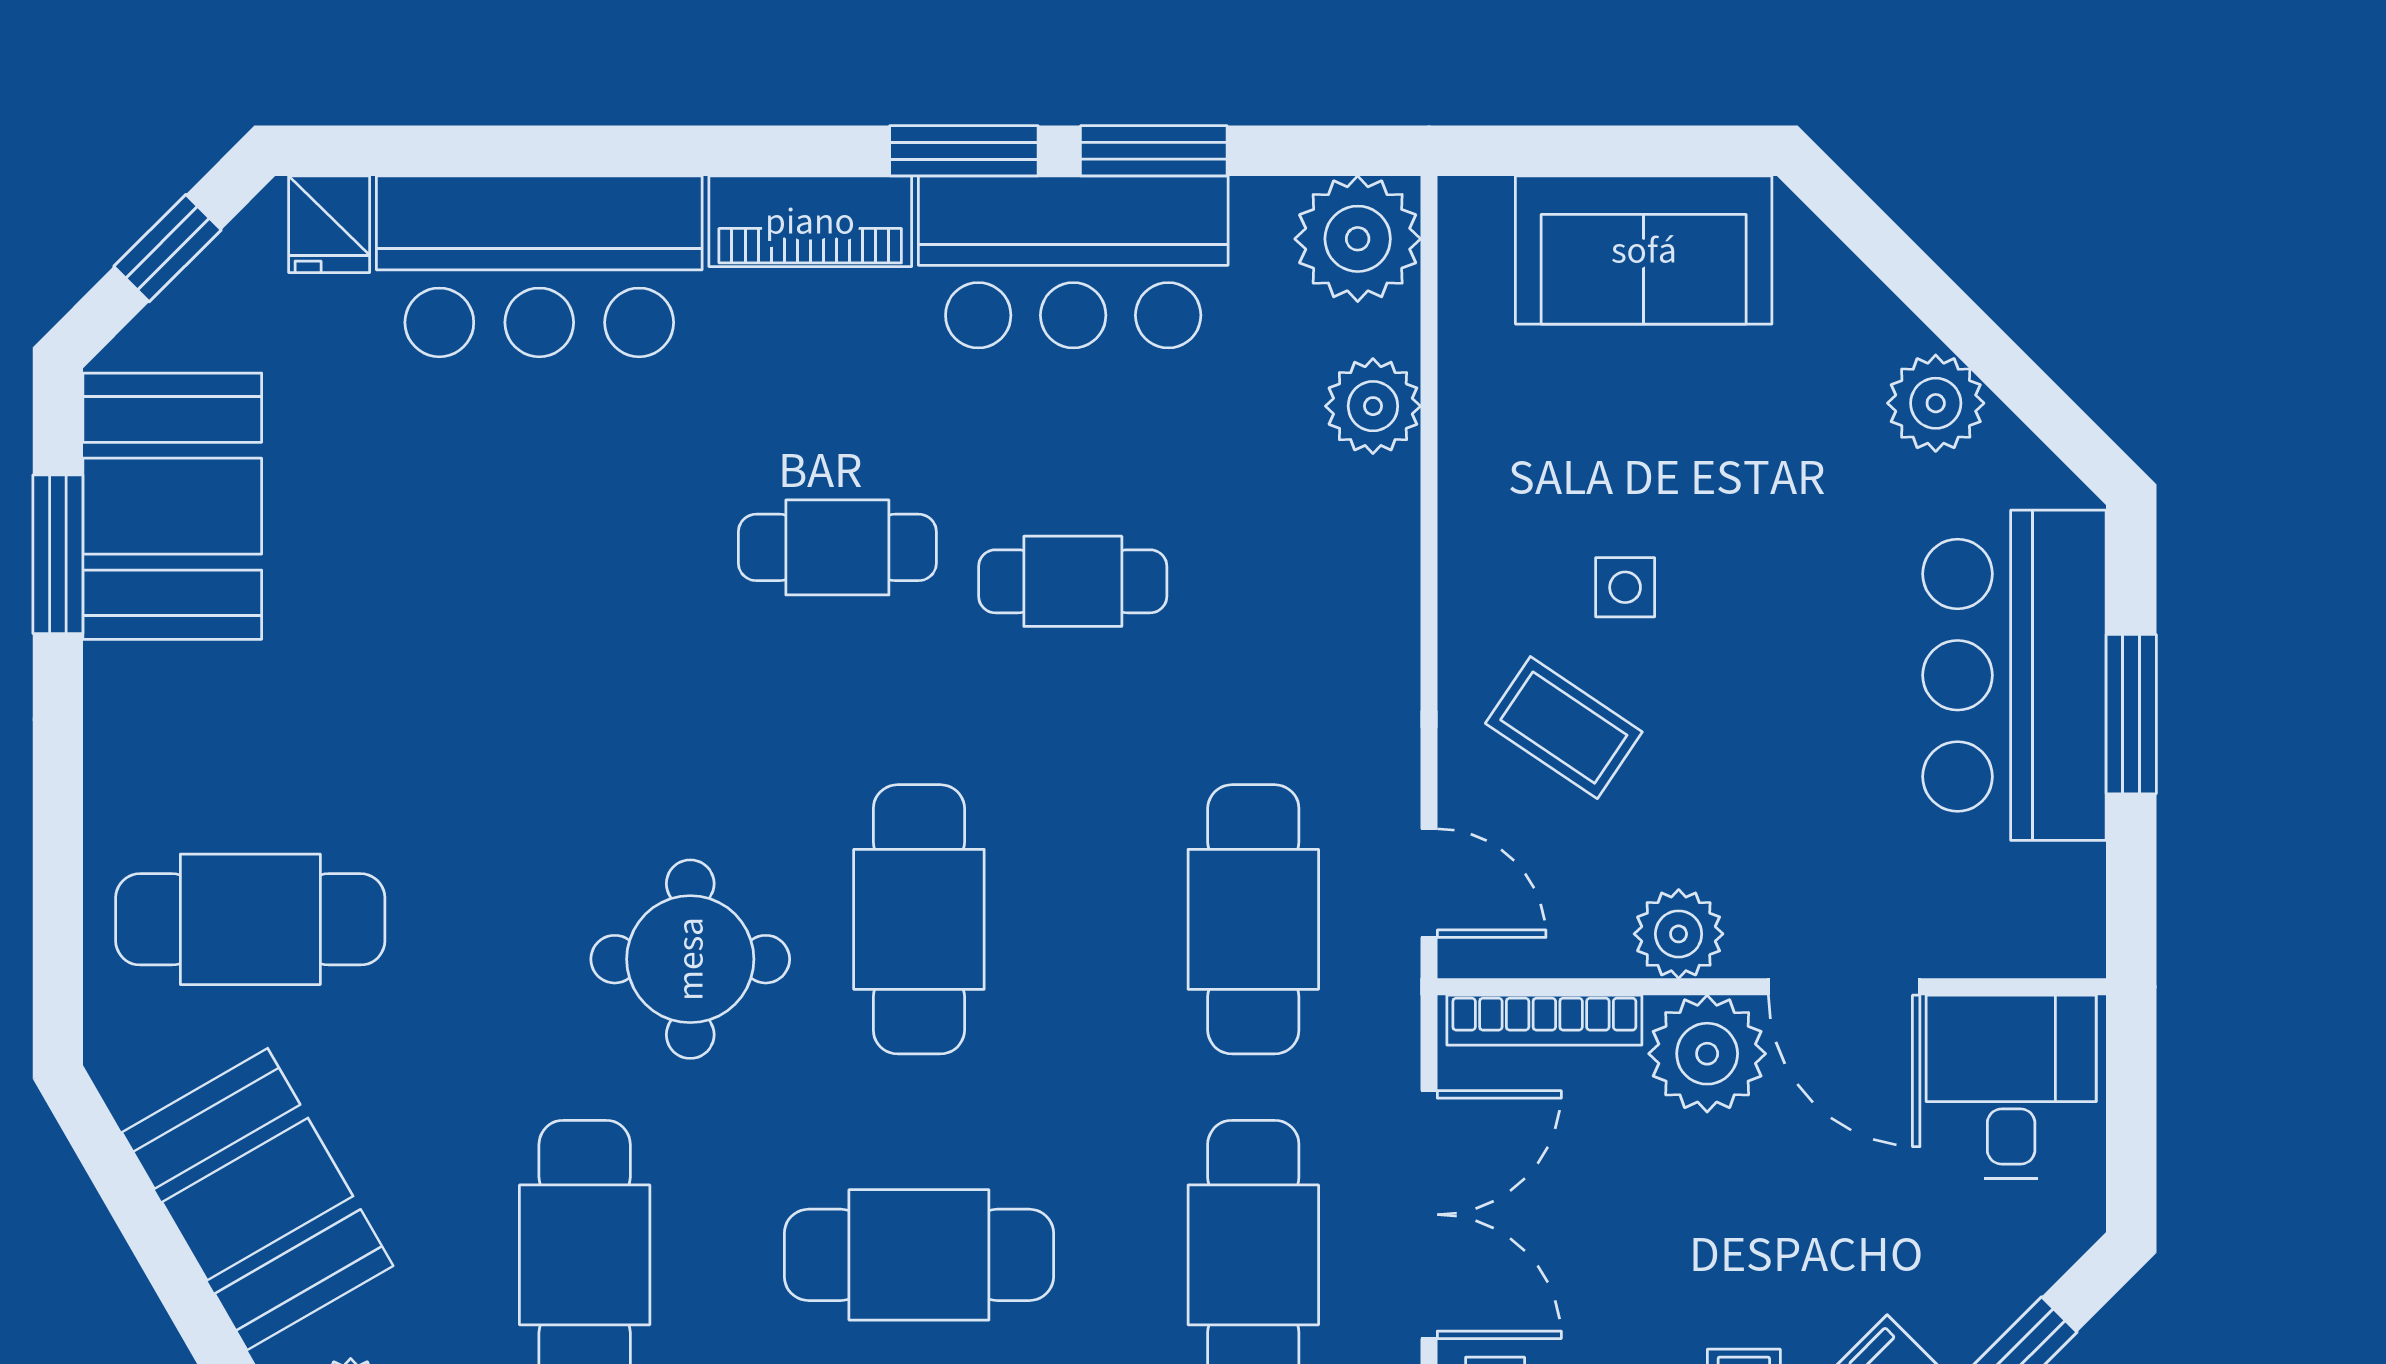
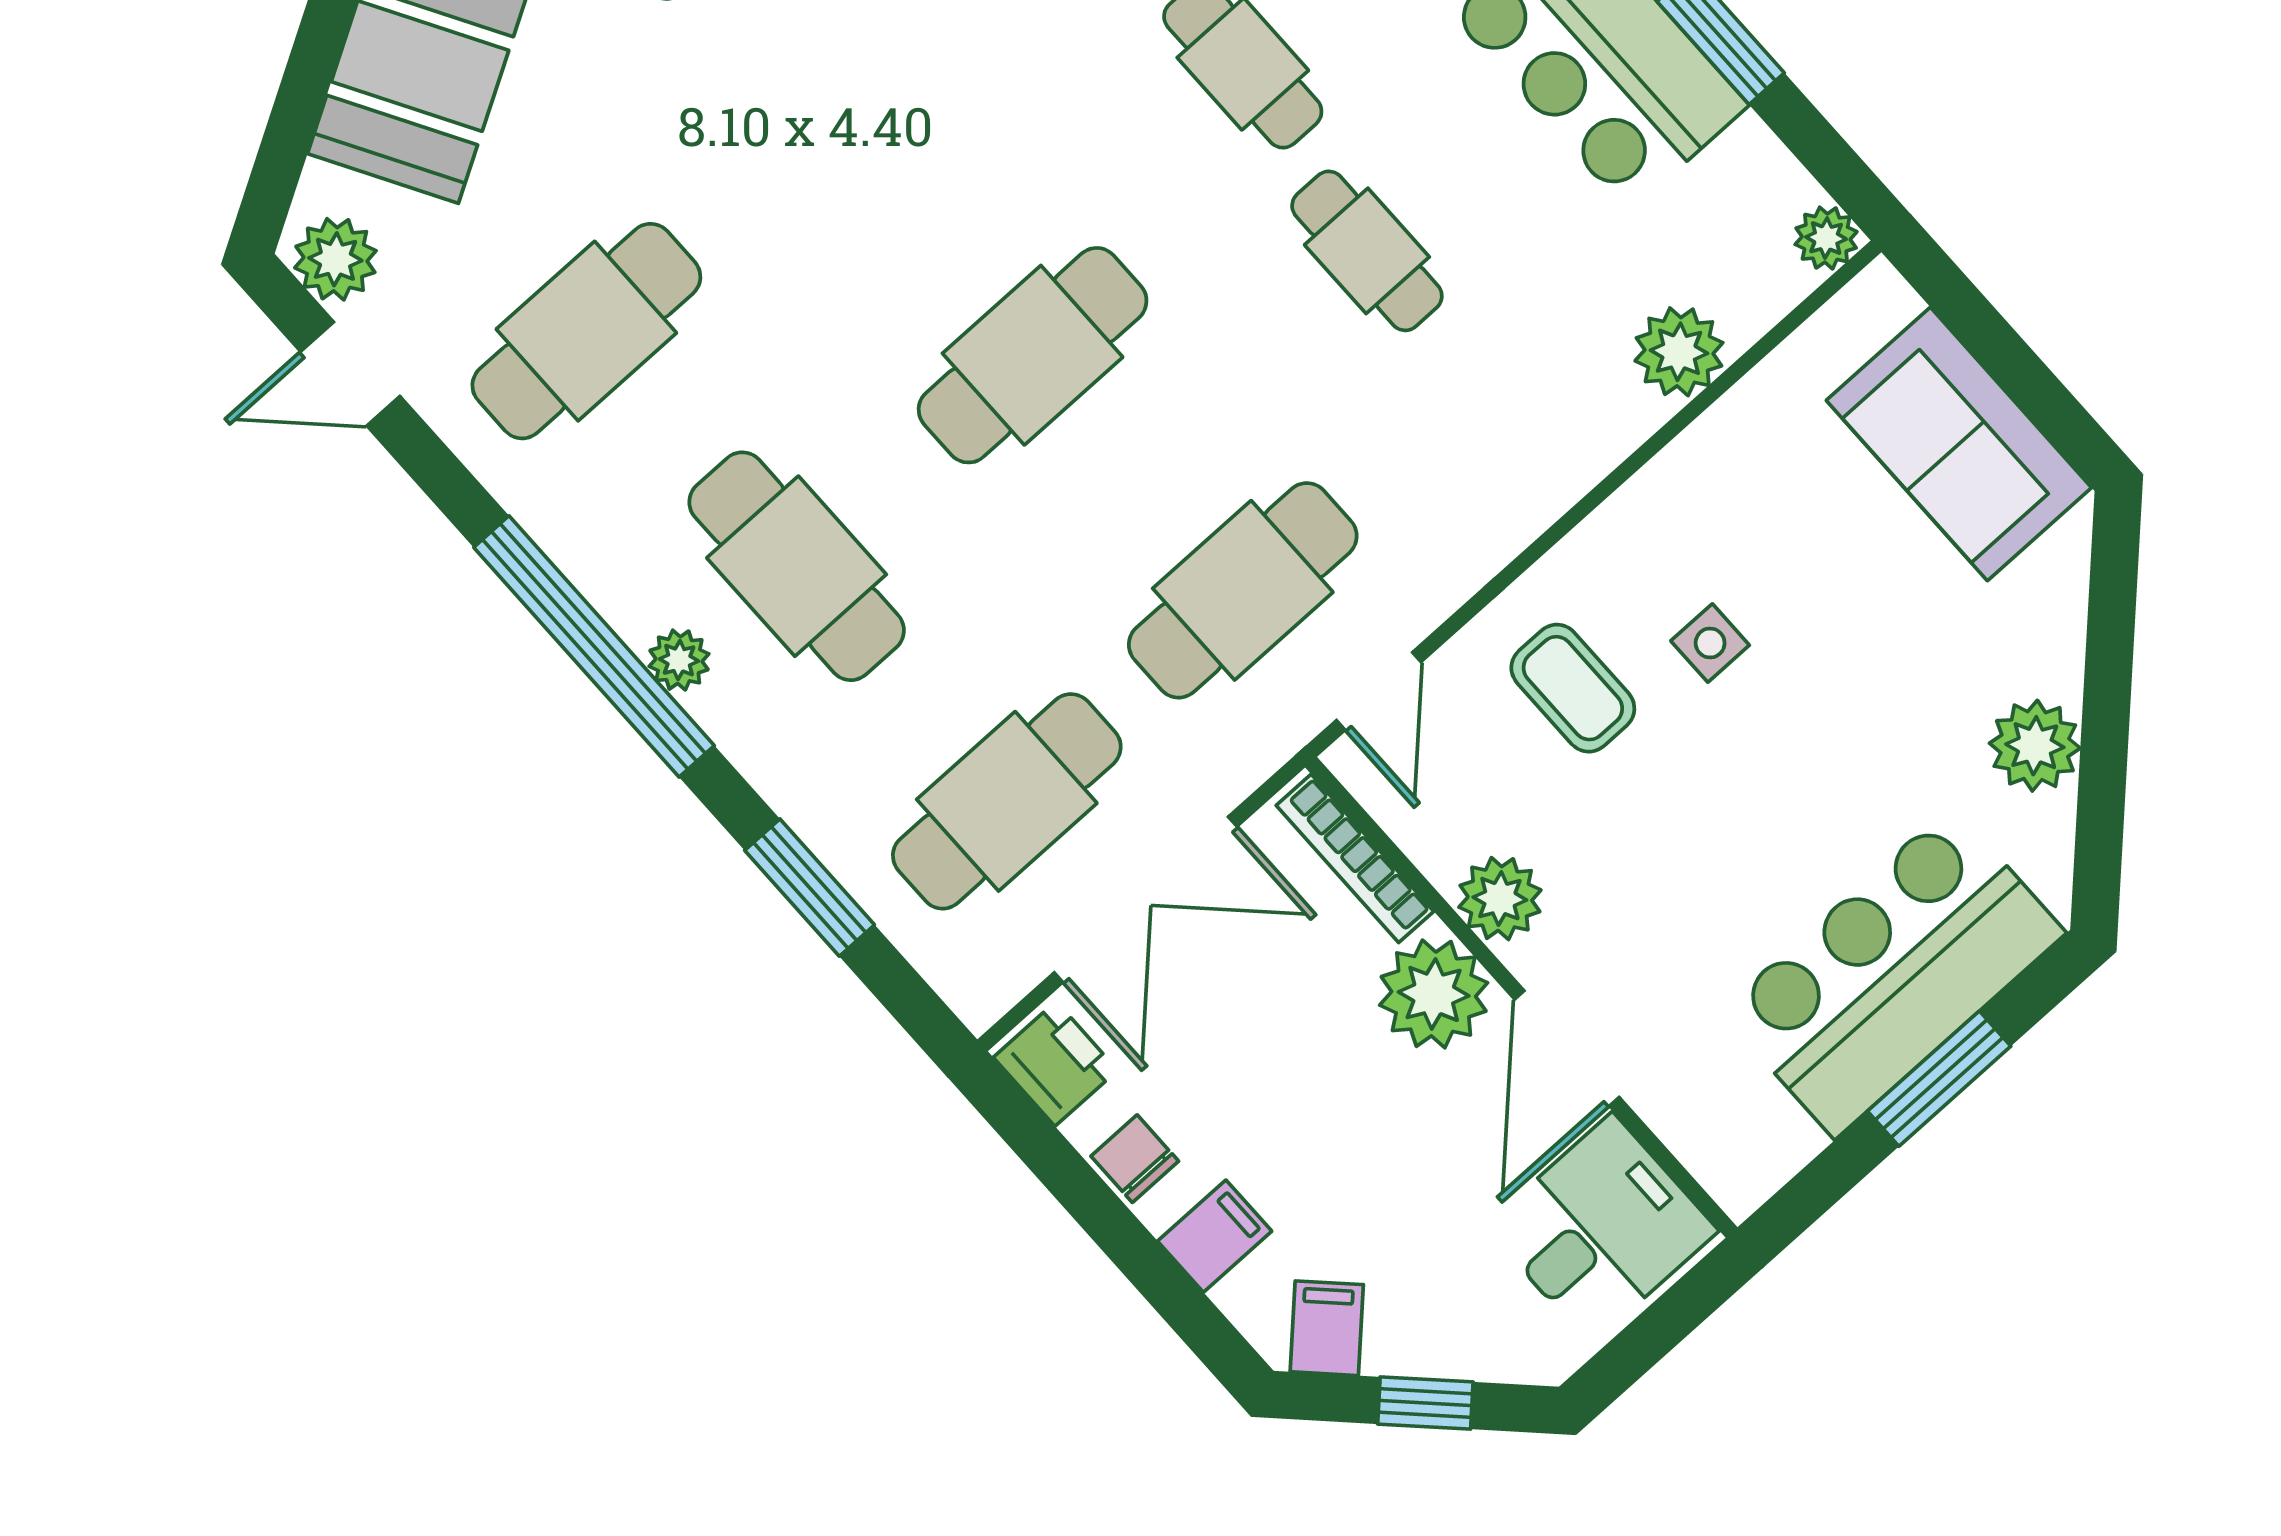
plant: (1358, 239) -> (1826, 238), width x0.53, depth x0.53
coffee table: (1564, 728) -> (1573, 688), turned -34
round table: (690, 959) -> (861, 219), removed

